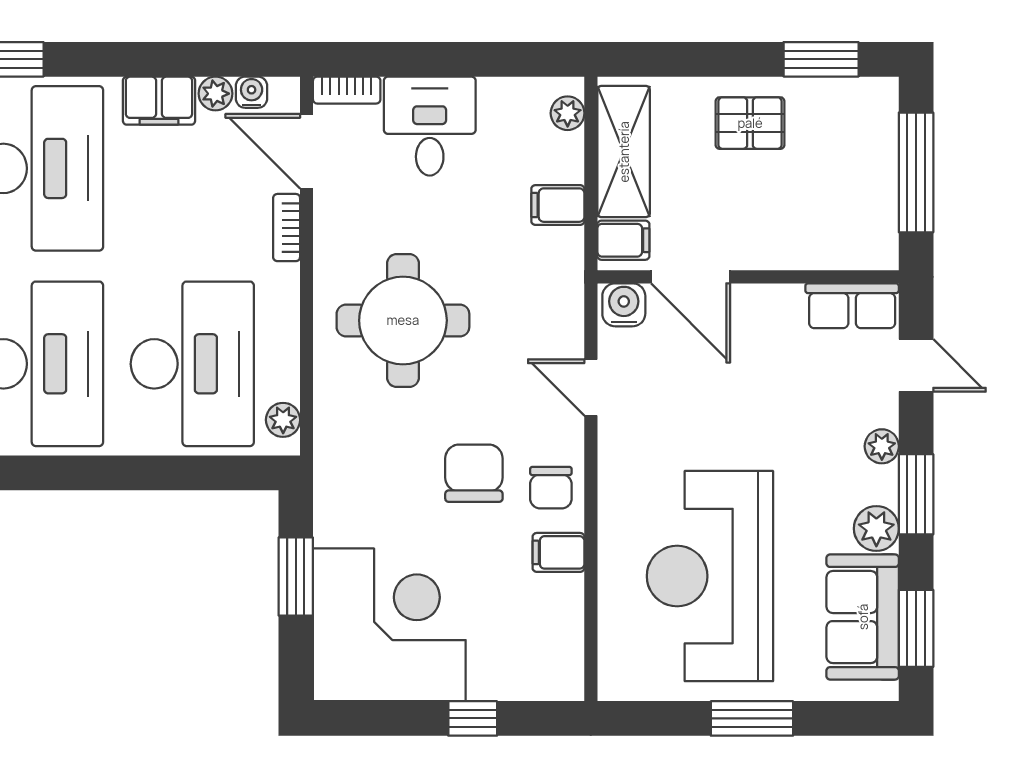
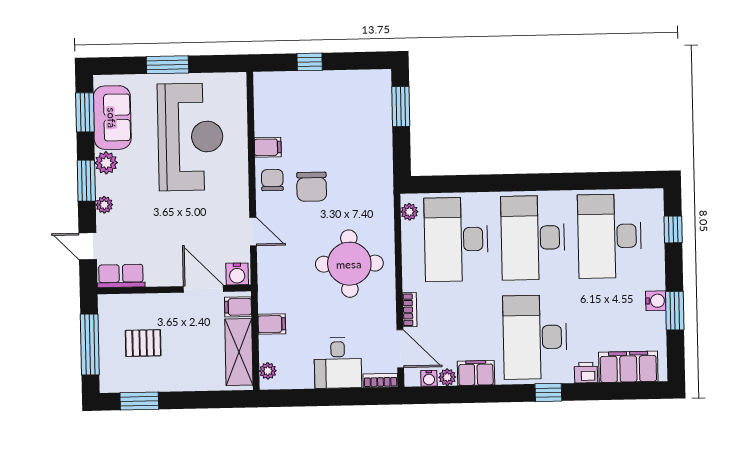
pallet: (750, 123) -> (143, 343), moved
window: (296, 576) -> (401, 107), moved
corner desk: (389, 625) -> (353, 109), removed

